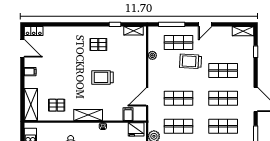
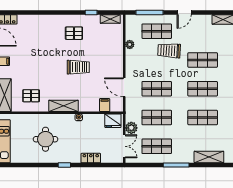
trolley: (102, 77) -> (78, 67), turned 180
door: (147, 97) -> (124, 87), hinge flipped

